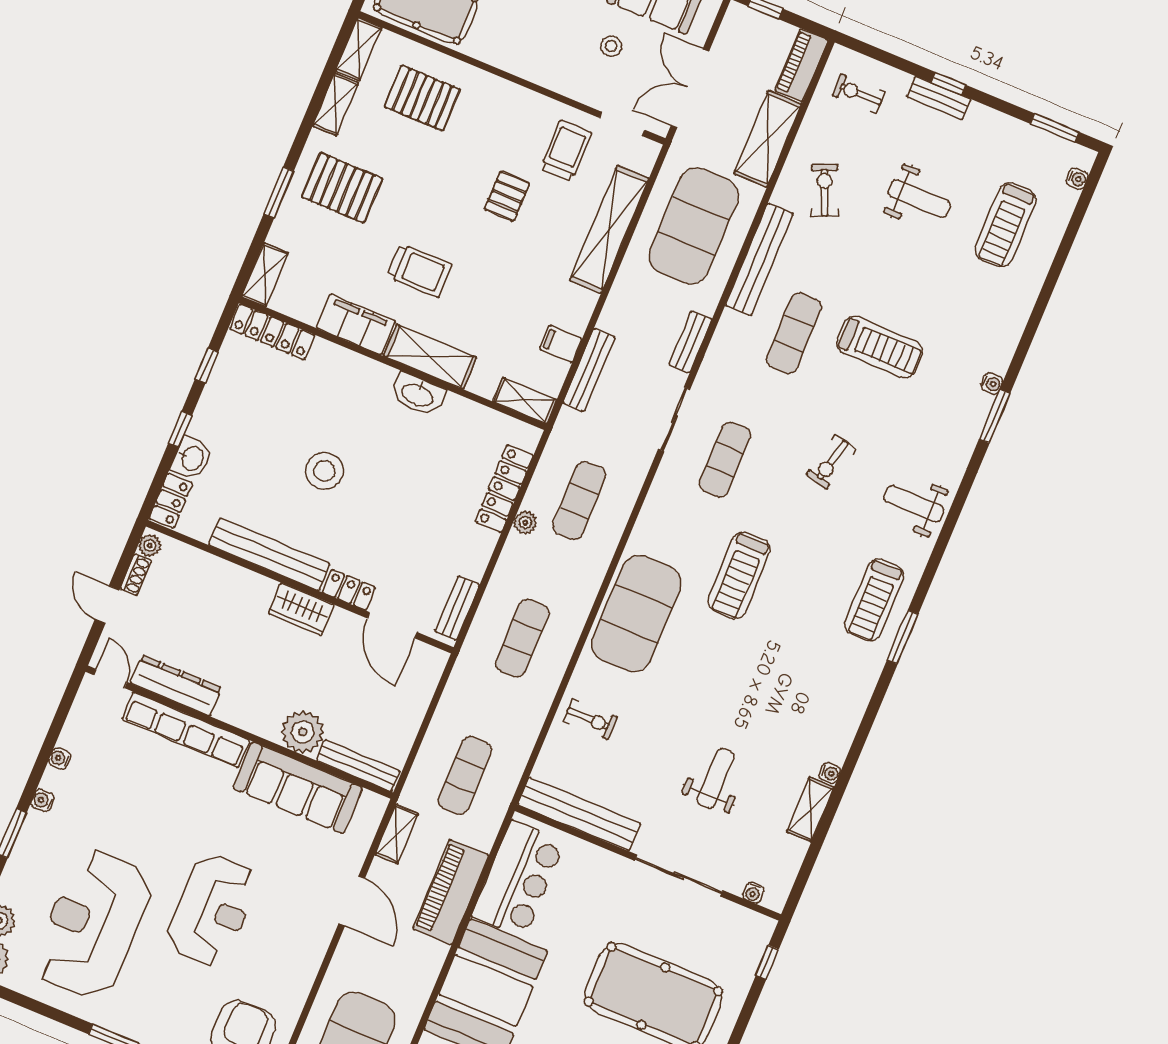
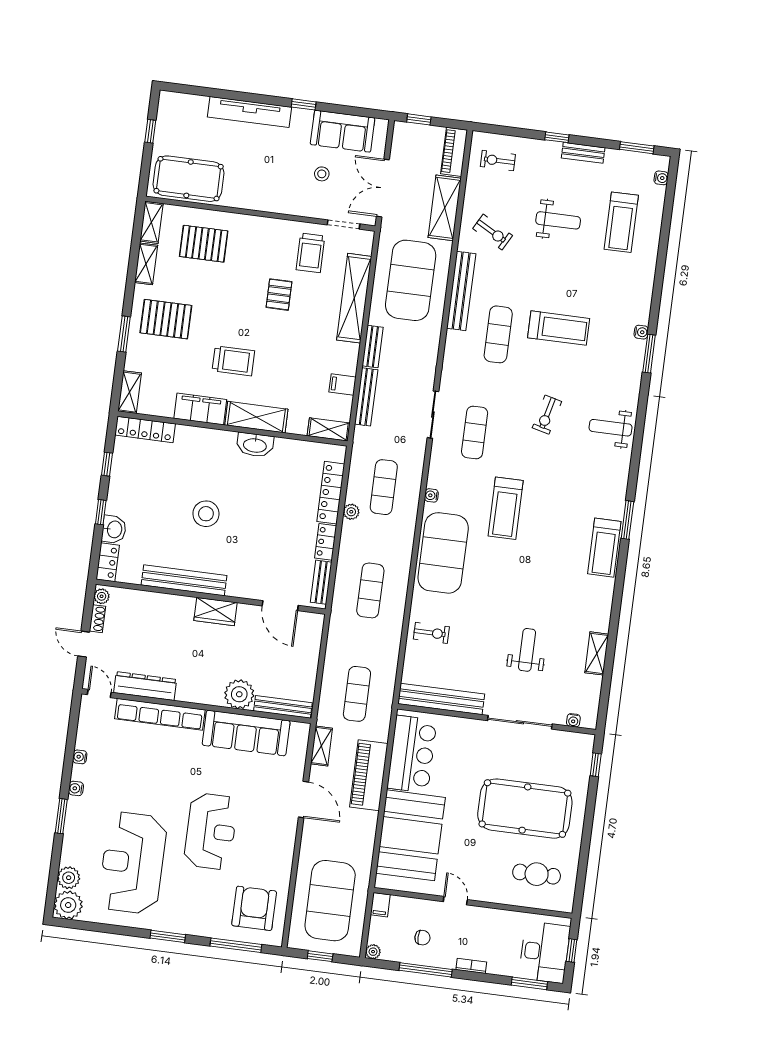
bench: (939, 98) -> (583, 153), moved
trolley: (566, 151) -> (310, 253), turned 180
exercise bike: (825, 190) -> (493, 232), turned 142
bench: (690, 342) -> (373, 347), moved
locker: (349, 590) -> (326, 542), moved, turned -90
treadmill: (874, 600) -> (604, 548), moved
water cooler: (830, 773) -> (431, 495), moved, turned 180

